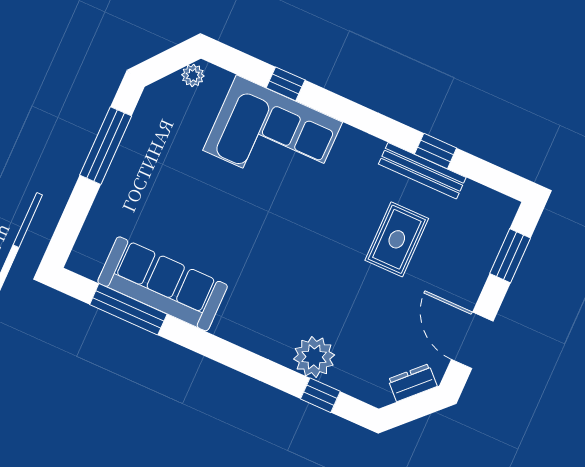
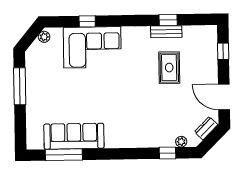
bench: (422, 171) -> (166, 32), width x0.73
window: (510, 256) -> (223, 51), width x0.67
plant: (314, 357) -> (181, 142), moved, width x0.53, depth x0.53

